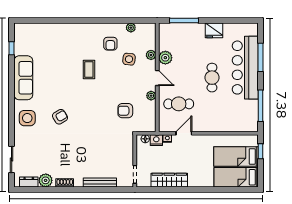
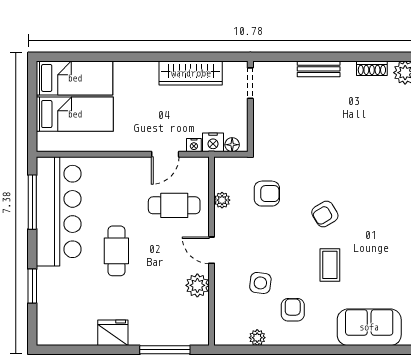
sofa: (66, 34) -> (369, 327), added
plant: (151, 55) -> (222, 290), removed
window: (260, 57) -> (32, 286), width x0.69
bar counter: (245, 68) -> (59, 211), moved
plant: (151, 96) -> (222, 200), moved
armchair: (60, 117) -> (325, 214), moved
window: (260, 151) -> (32, 123), removed
bench: (100, 183) -> (319, 69), width x0.73

